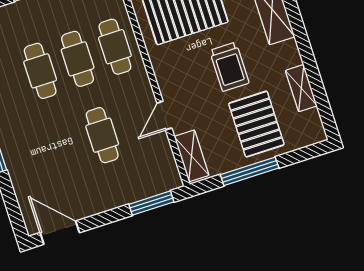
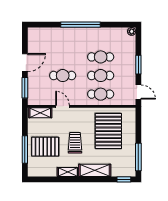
trolley: (229, 67) -> (75, 143), turned 90
shelving: (301, 88) -> (68, 172), moved
window: (250, 171) -> (25, 150), moved
door: (60, 233) -> (25, 63), moved

